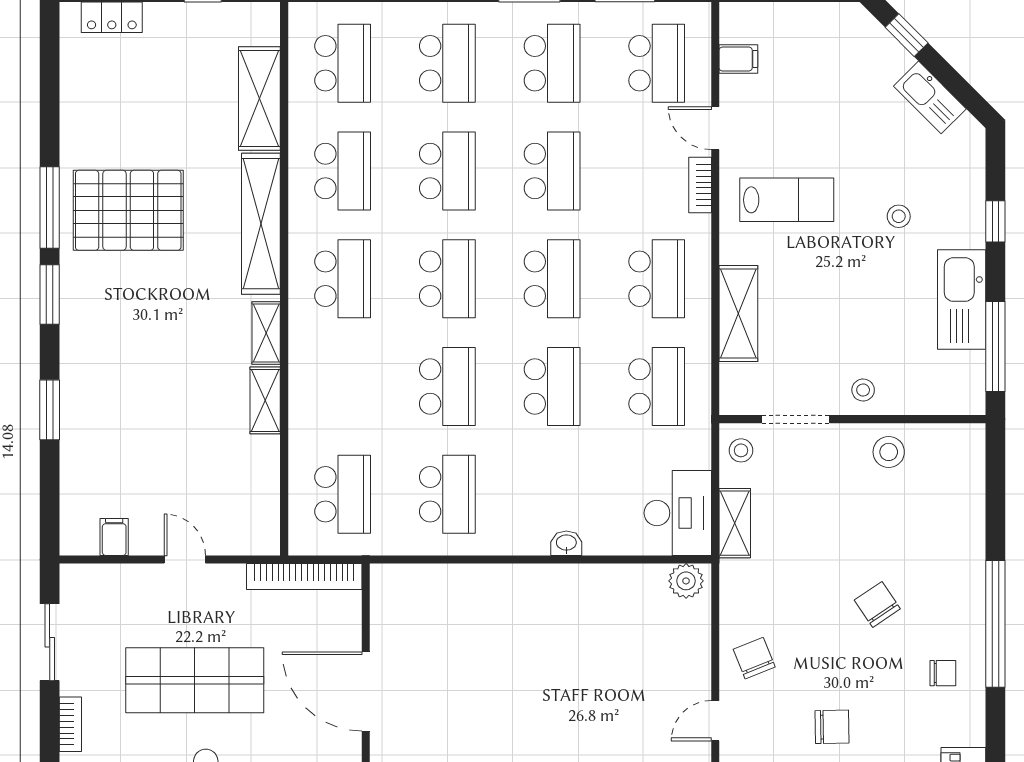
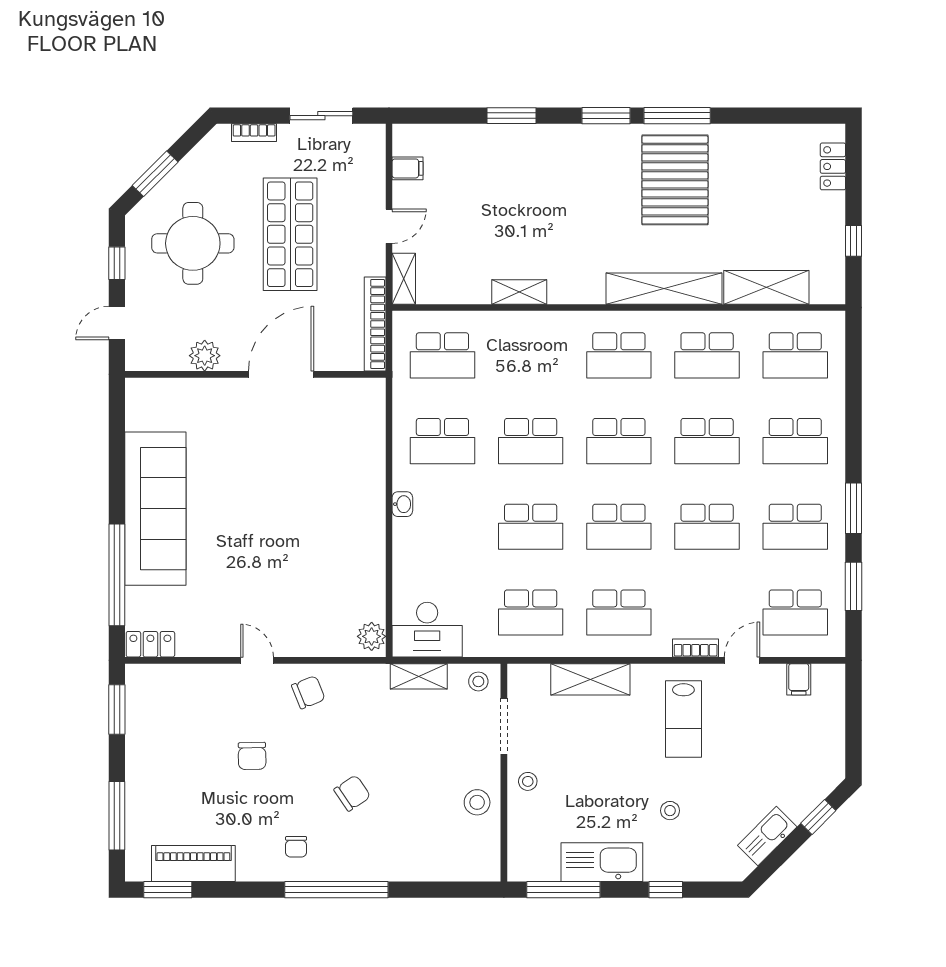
shelving: (266, 333) -> (404, 279), moved, turned 90
washbasin: (566, 543) -> (402, 504), moved

